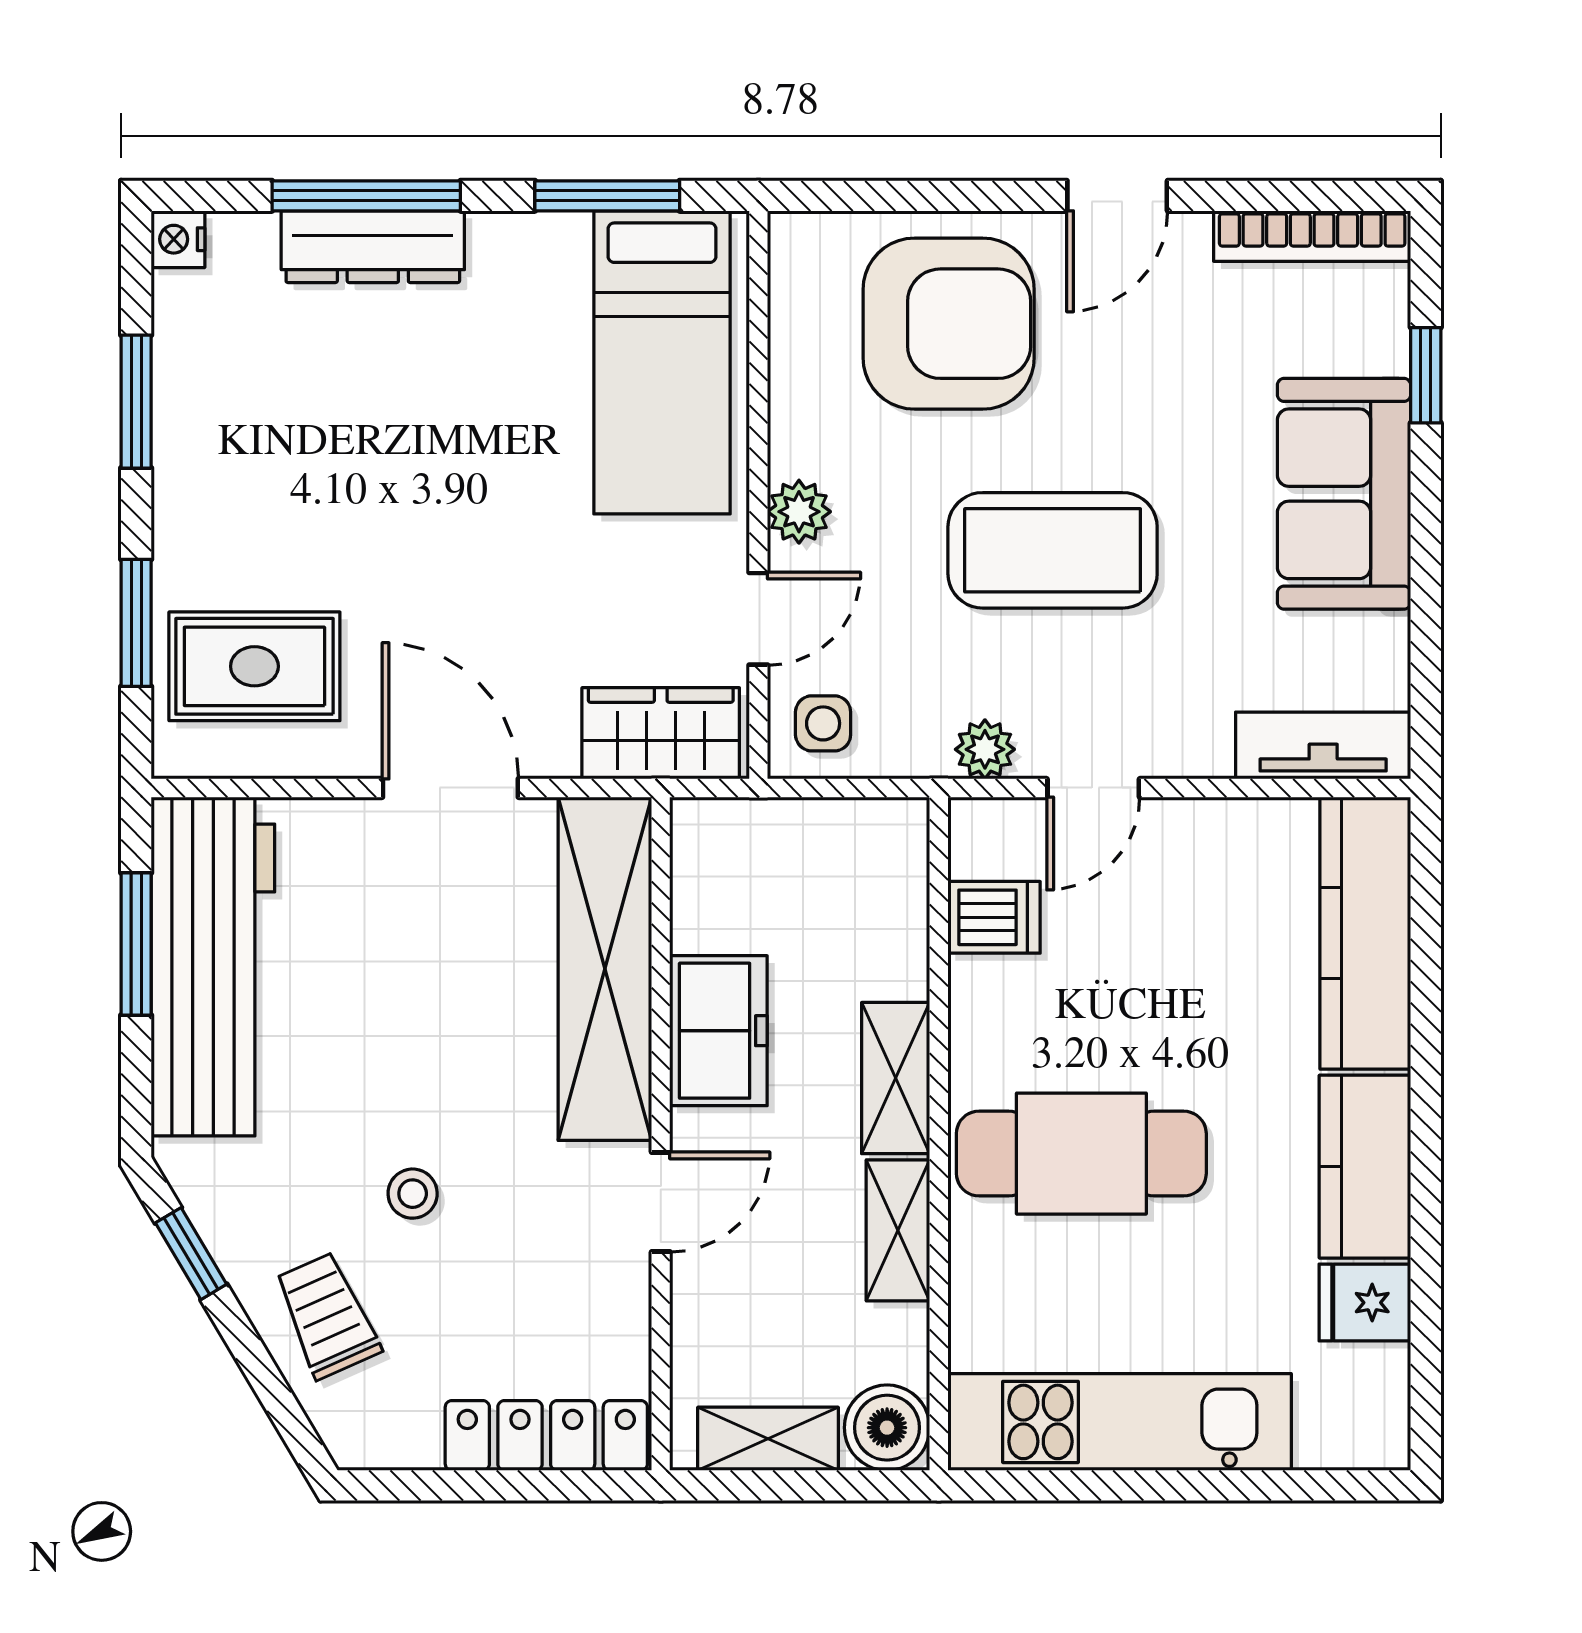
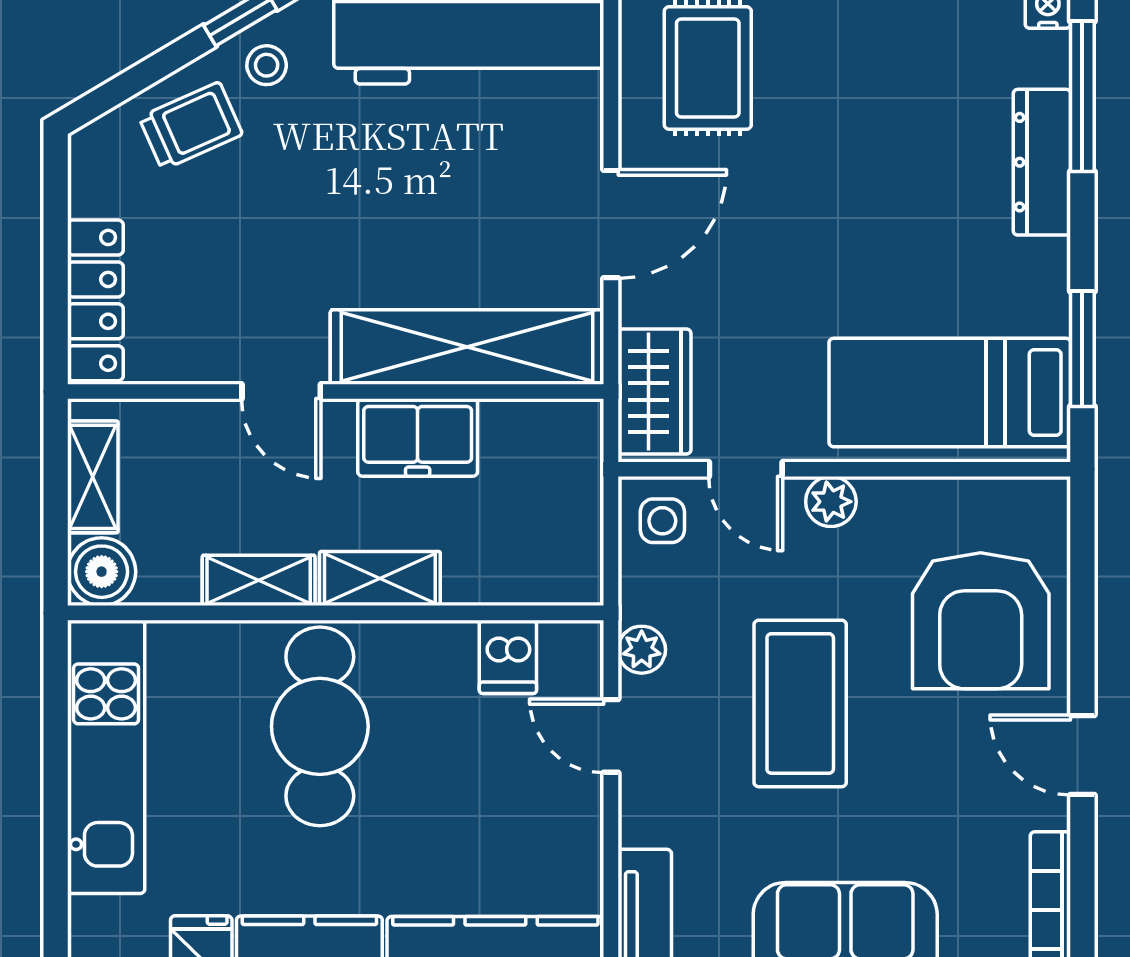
window: (366, 196) -> (1082, 96), moved
stool: (413, 1194) -> (267, 65), moved

